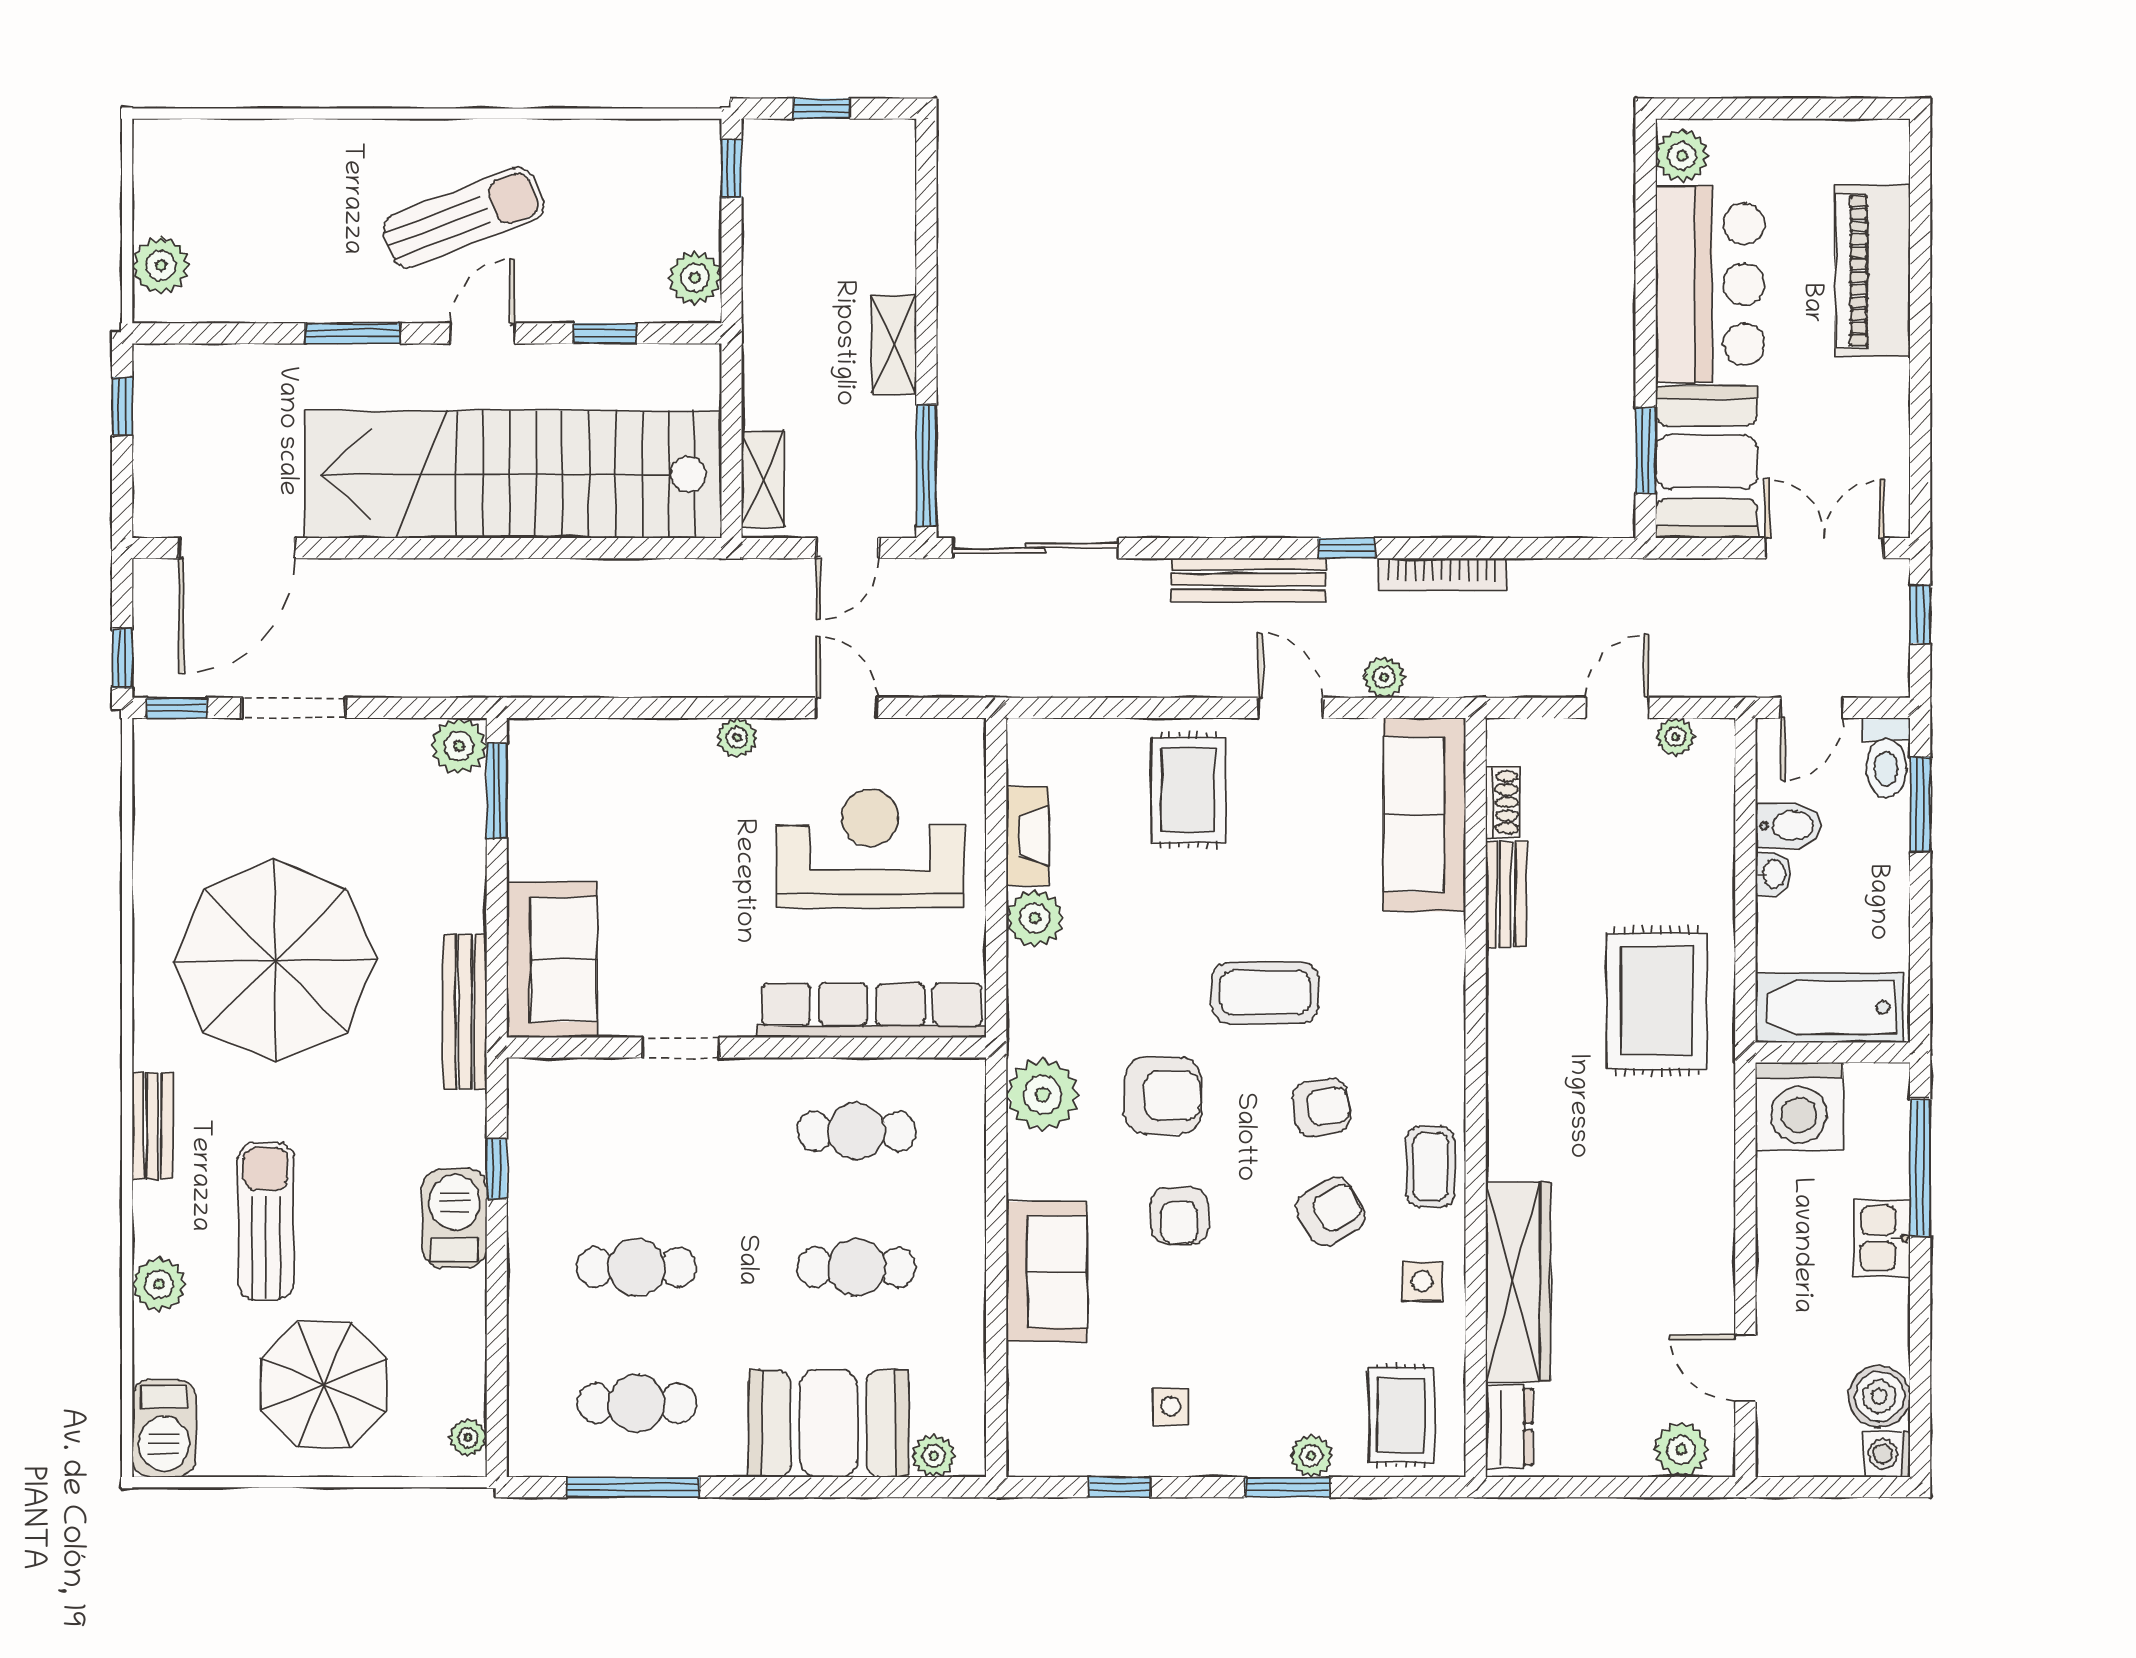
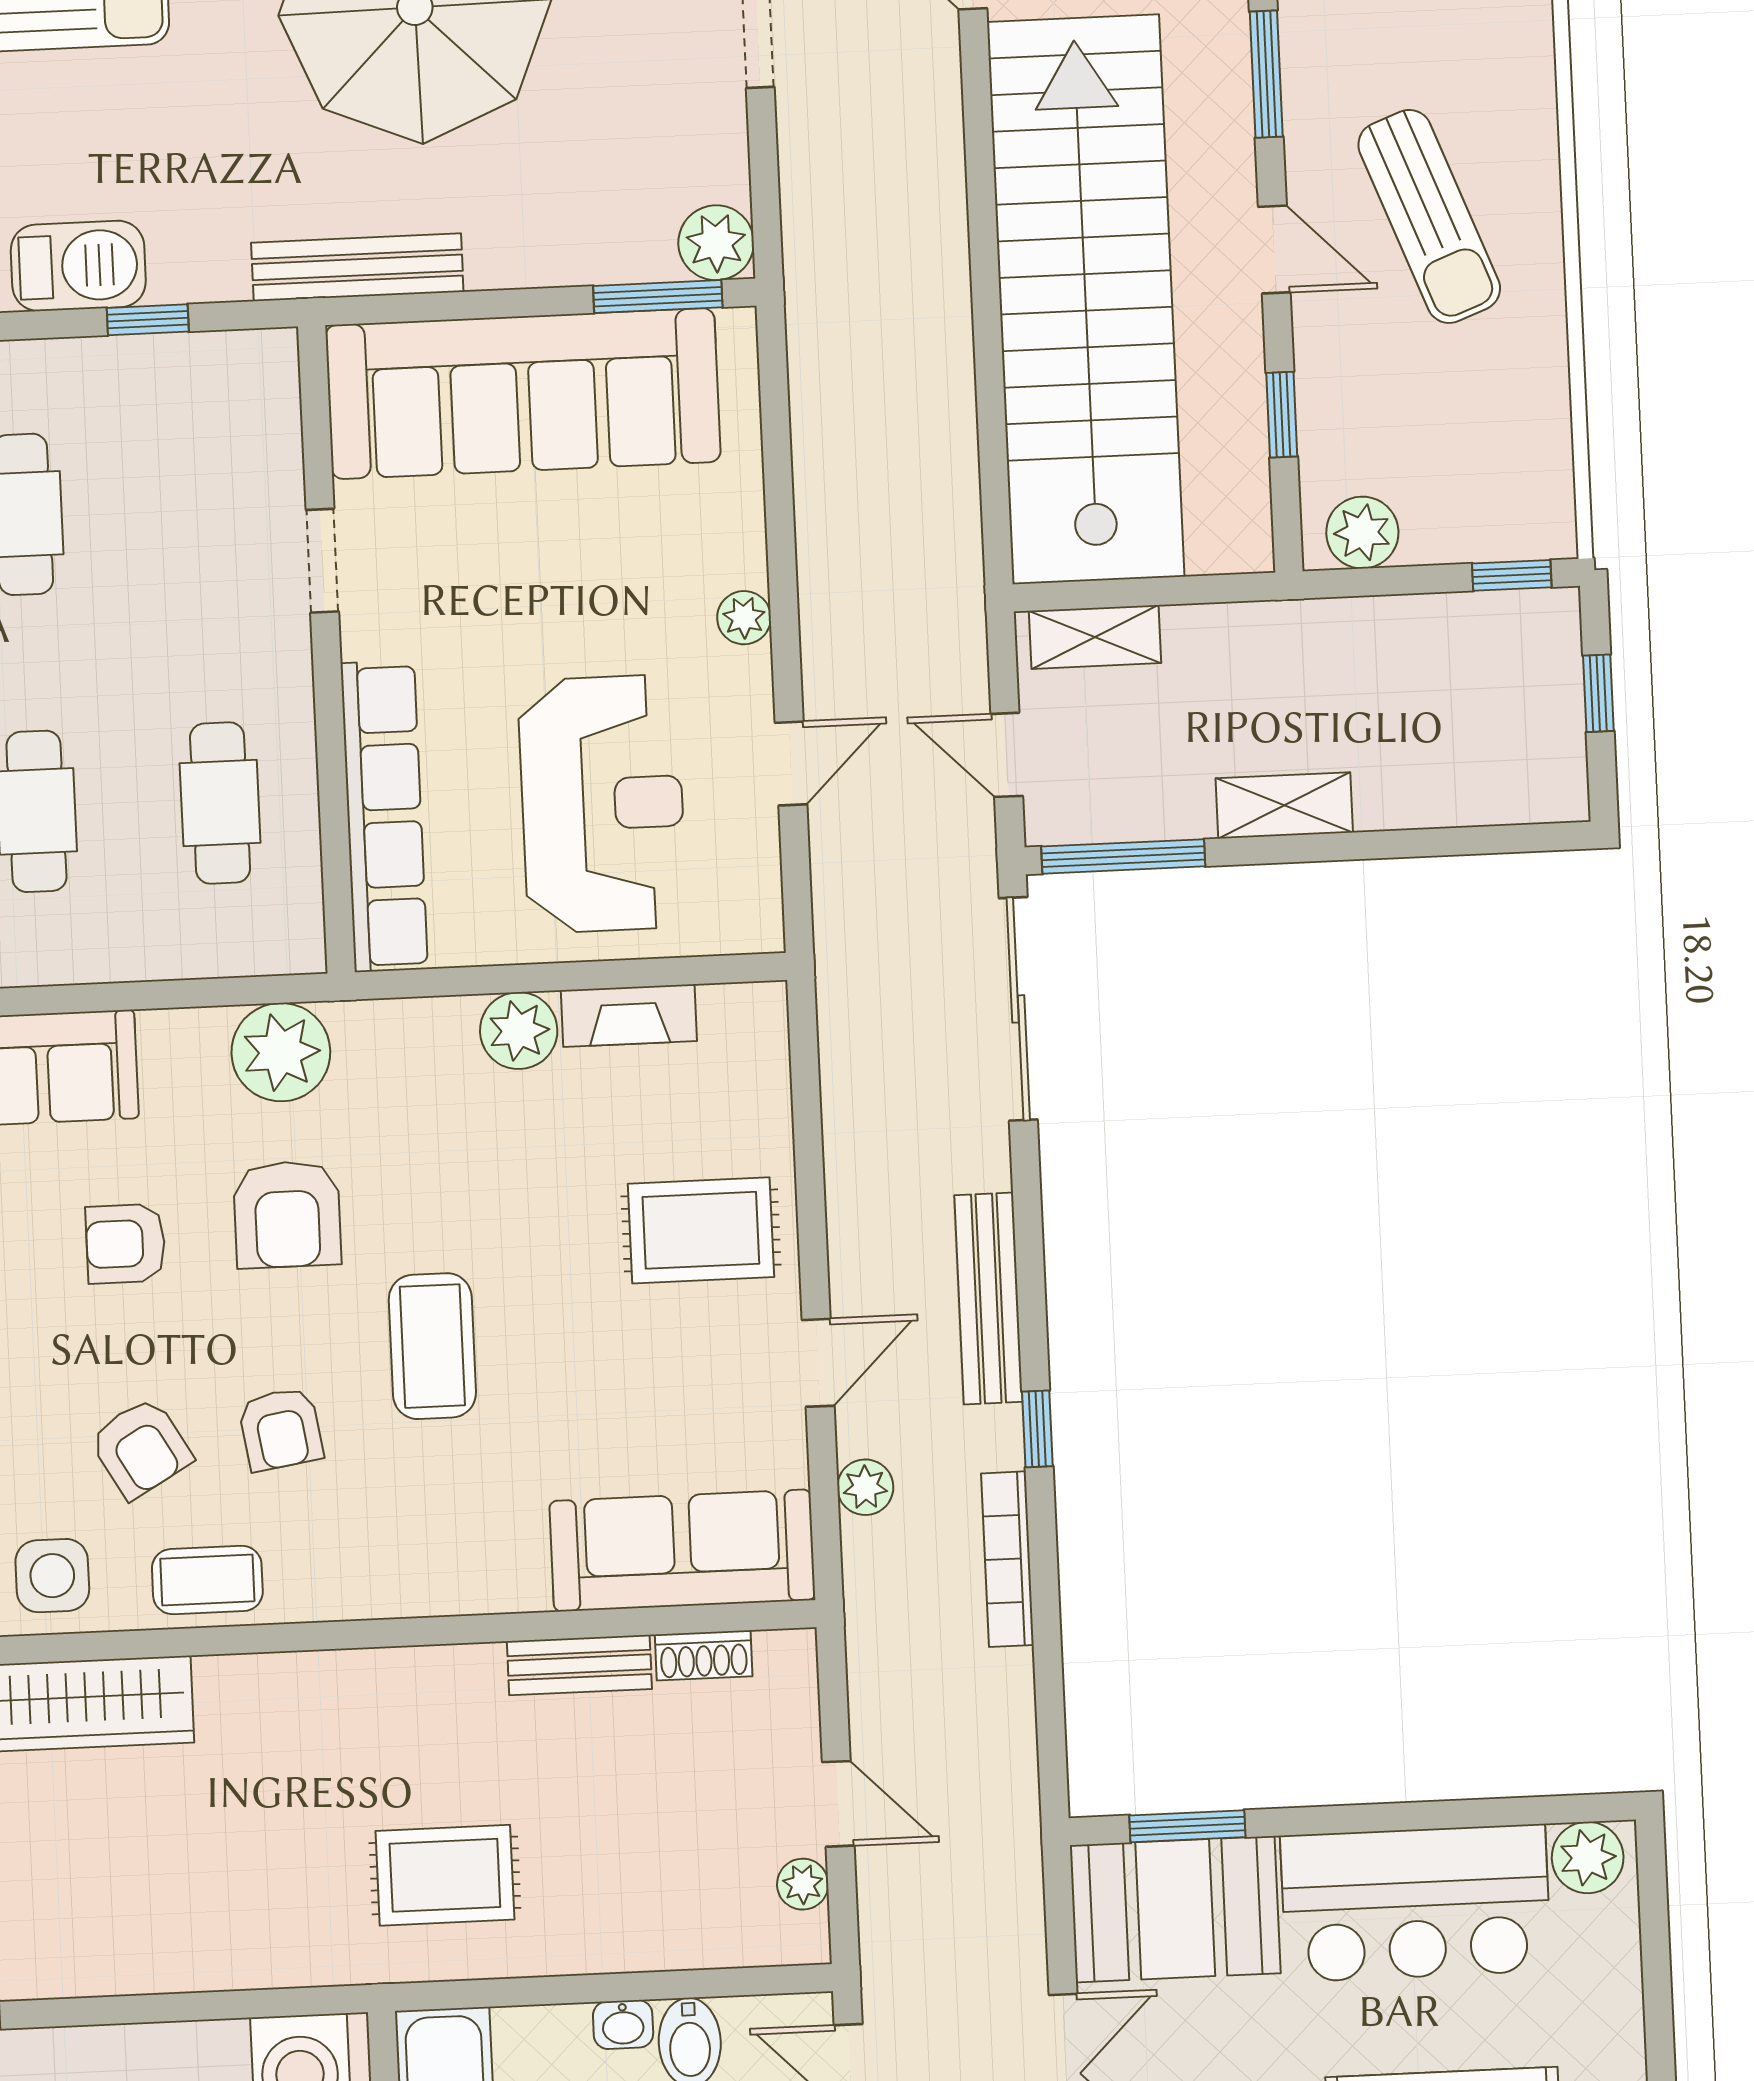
sofa: (552, 960) -> (523, 394), width x1.85, depth x1.27
rug: (1657, 1001) -> (445, 1875), width x0.73, depth x0.70
side table: (1422, 1281) -> (52, 1576), width x1.37, depth x1.37

